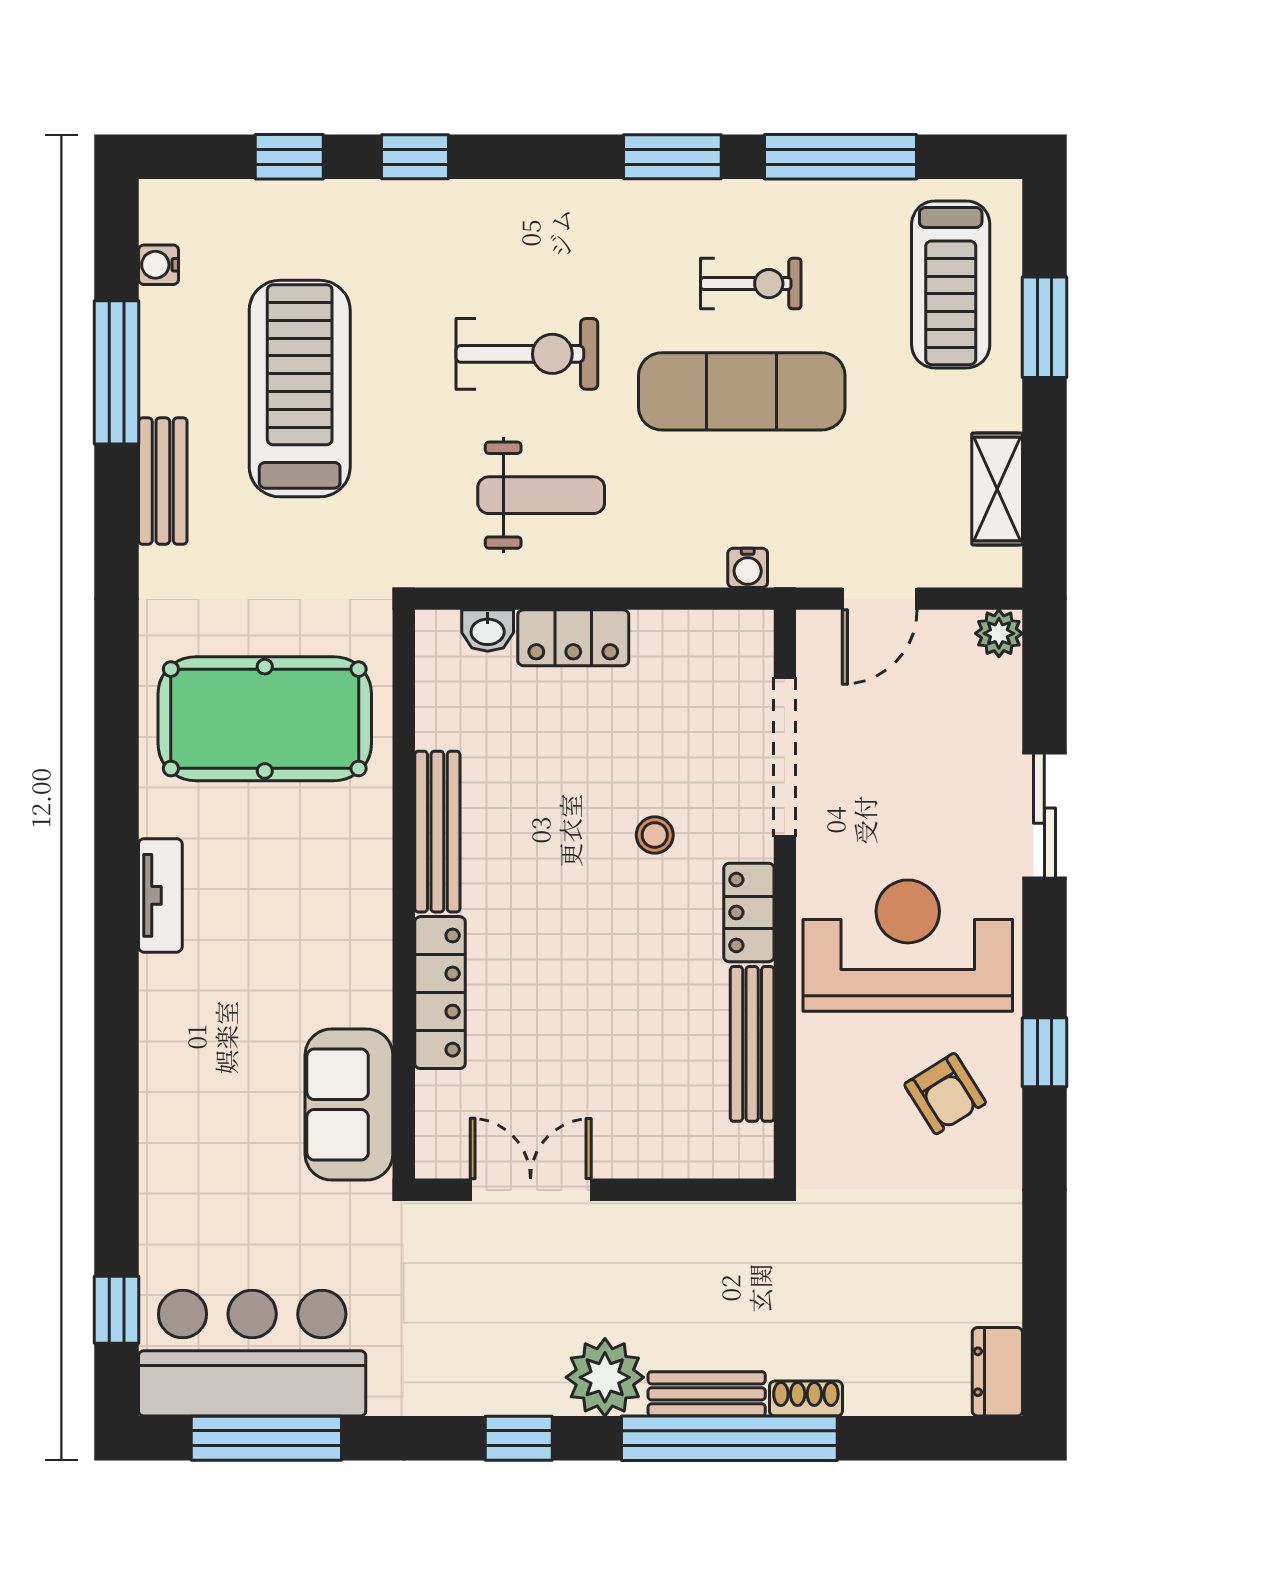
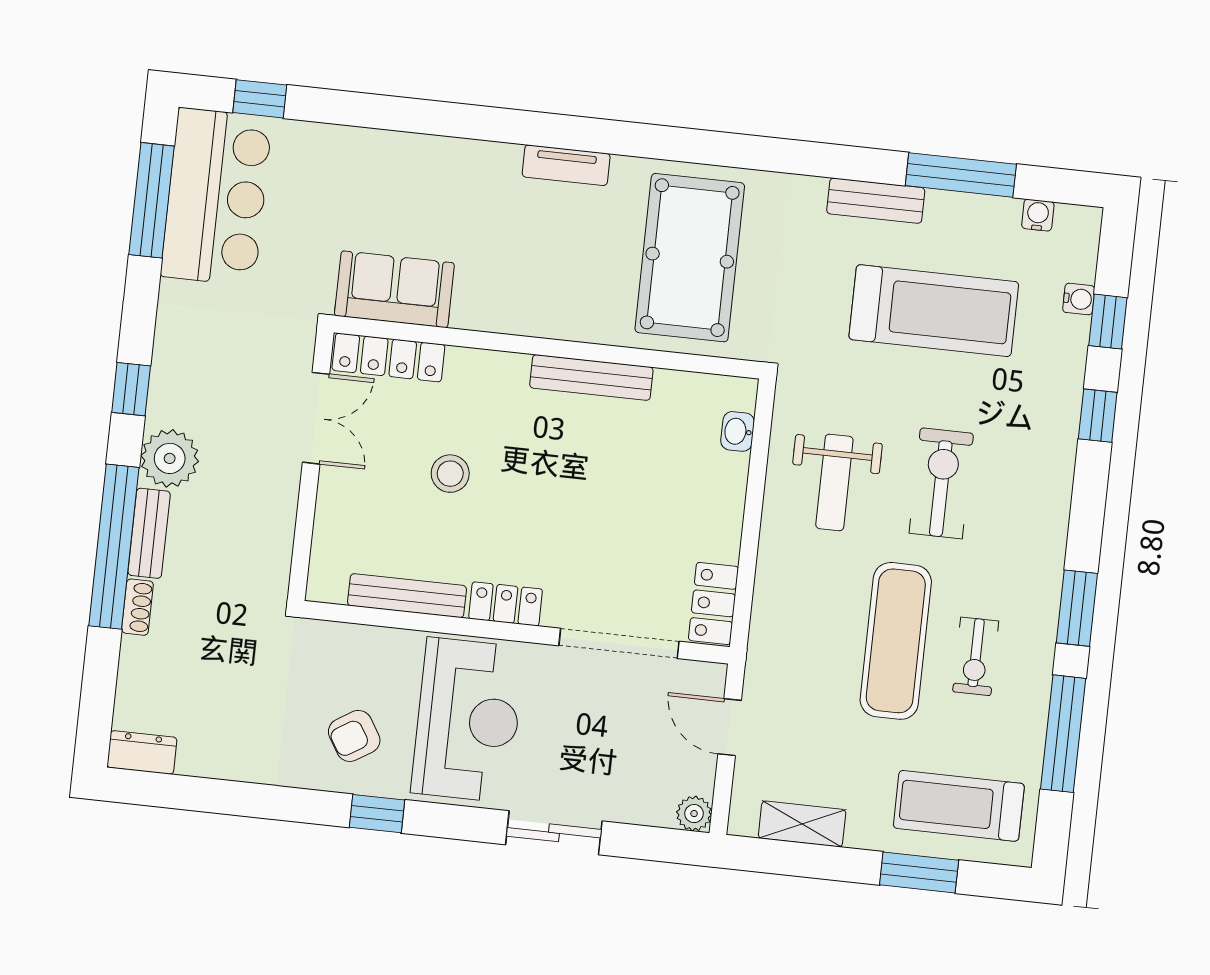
exercise bike: (527, 354) -> (941, 483), turned 180
water cooler: (748, 568) -> (1079, 299), moved, turned 180
locker: (573, 638) -> (713, 603), moved
stool: (655, 835) -> (450, 474), moved, width x1.37, depth x1.37
locker: (440, 993) -> (388, 357), moved

